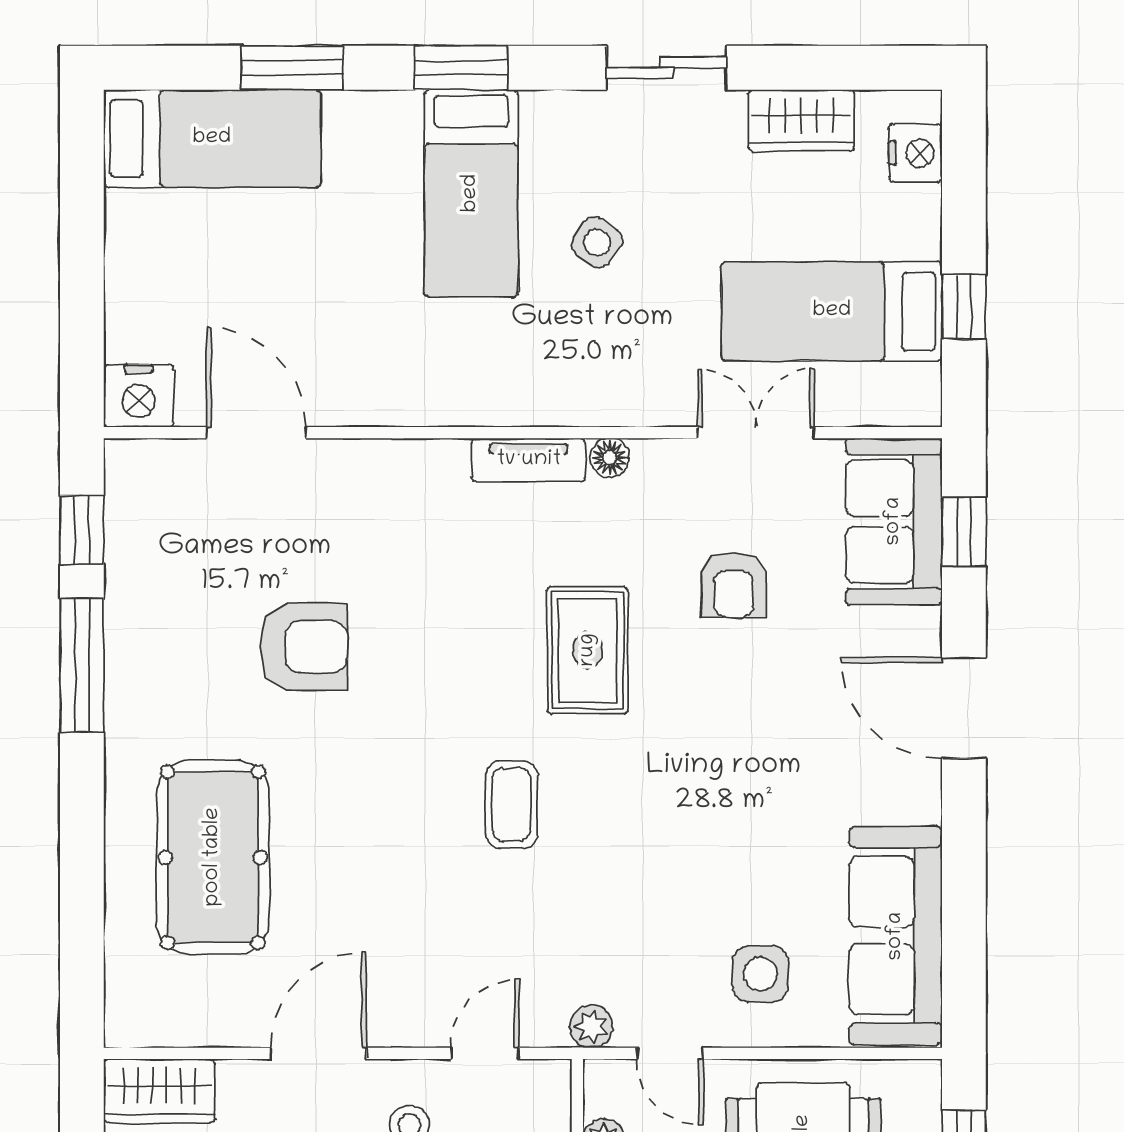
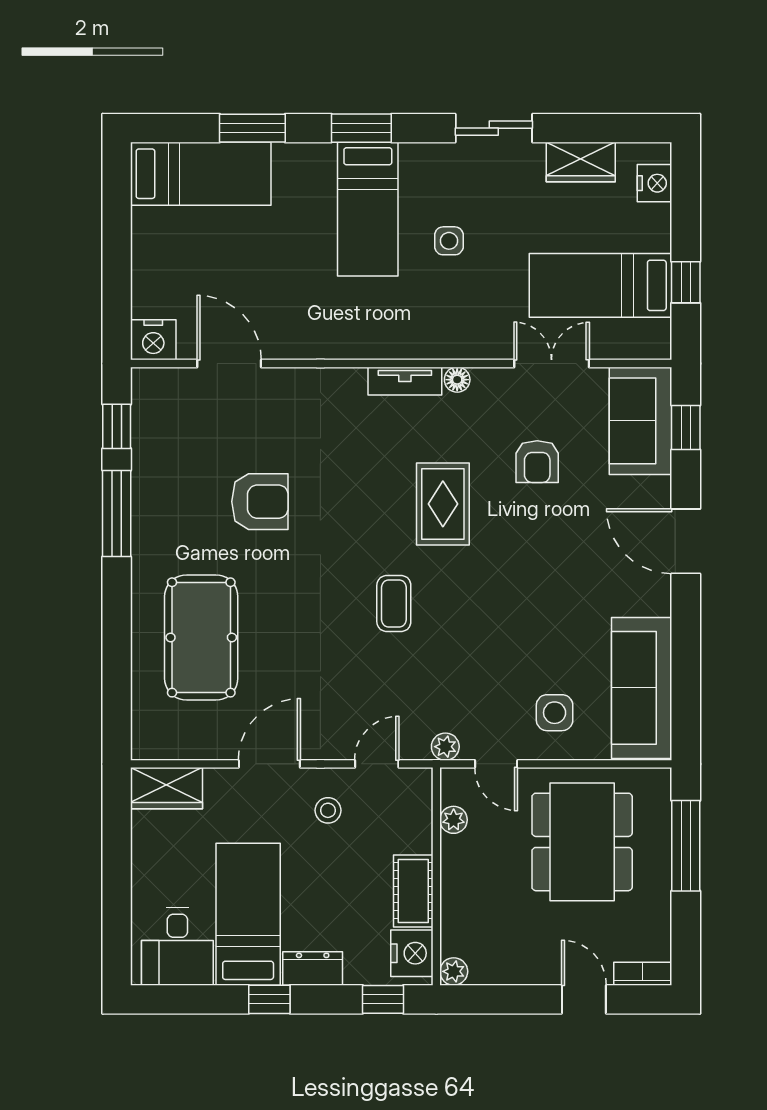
side table: (597, 242) -> (449, 241), turned -35

